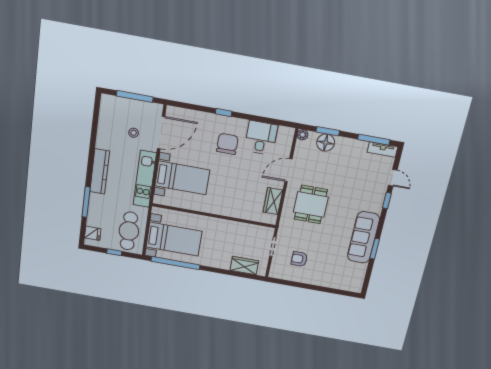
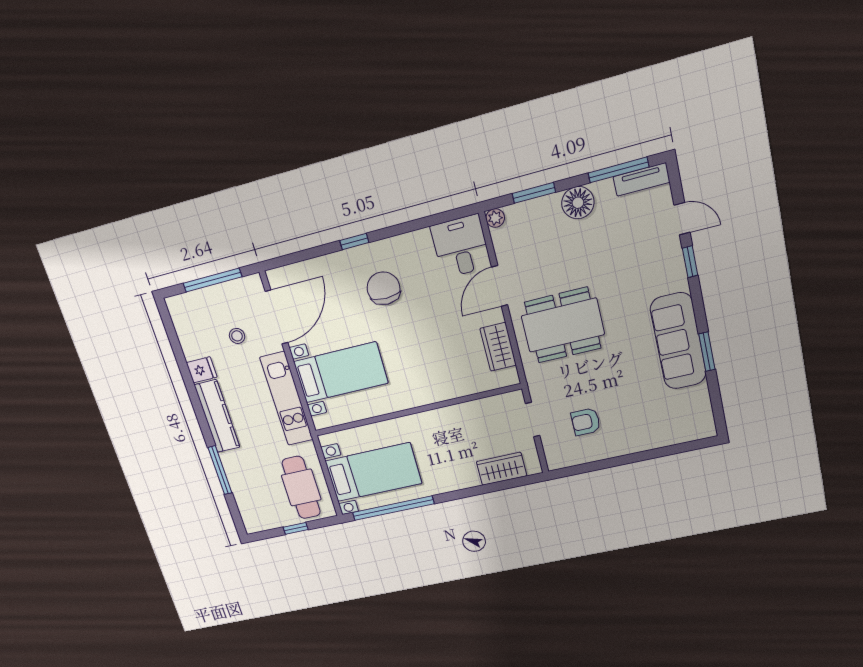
desk: (261, 138) -> (461, 246), moved
floor lamp: (326, 143) -> (578, 203), moved
dining table: (311, 204) -> (563, 325), width x1.37
fridge: (93, 233) -> (202, 370), moved

